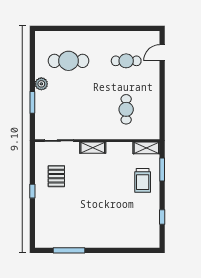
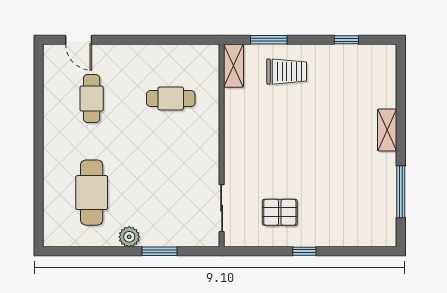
shelving: (93, 148) -> (387, 130), moved

